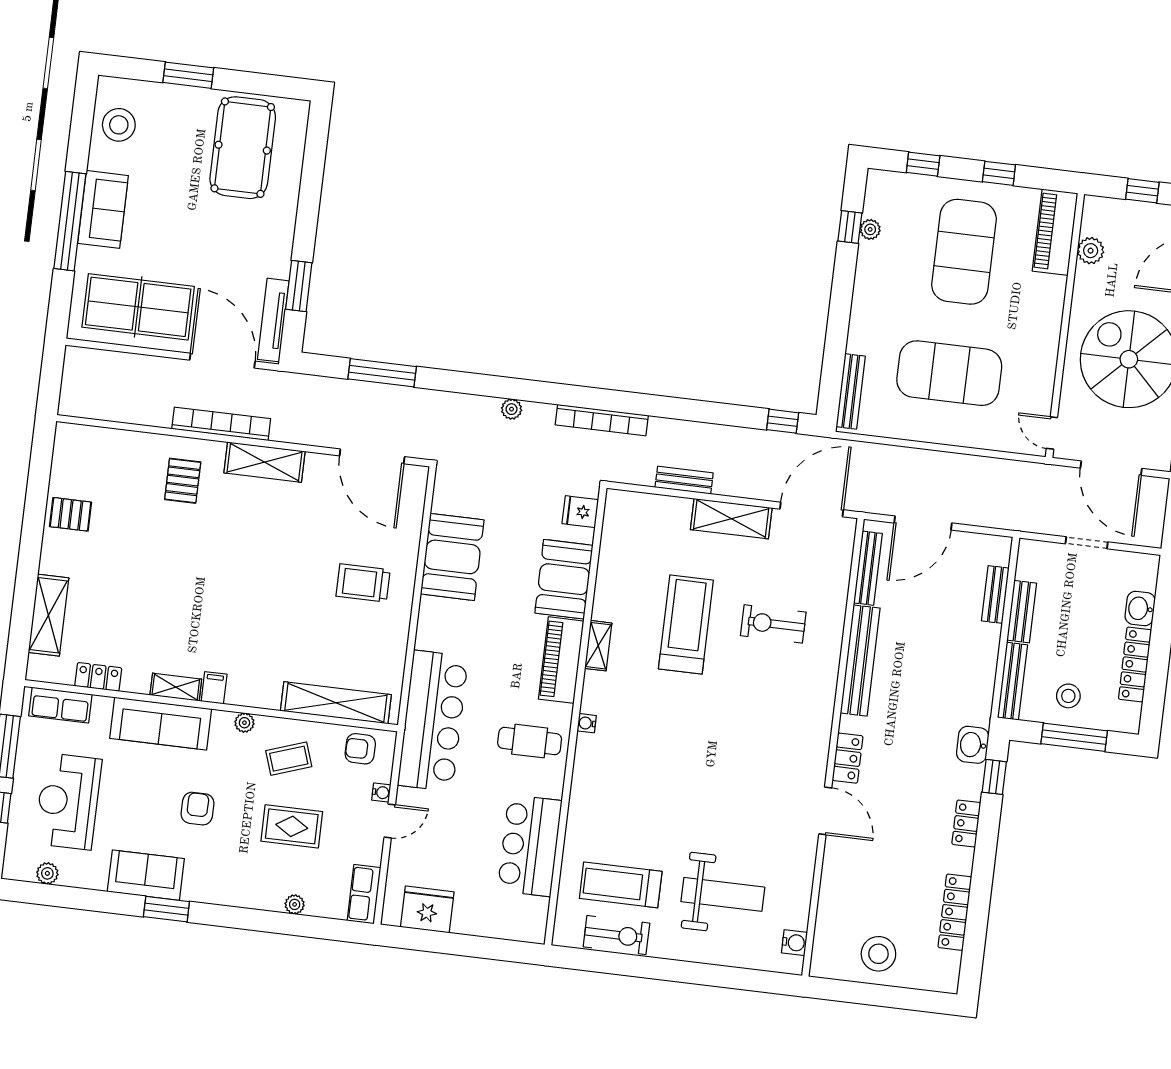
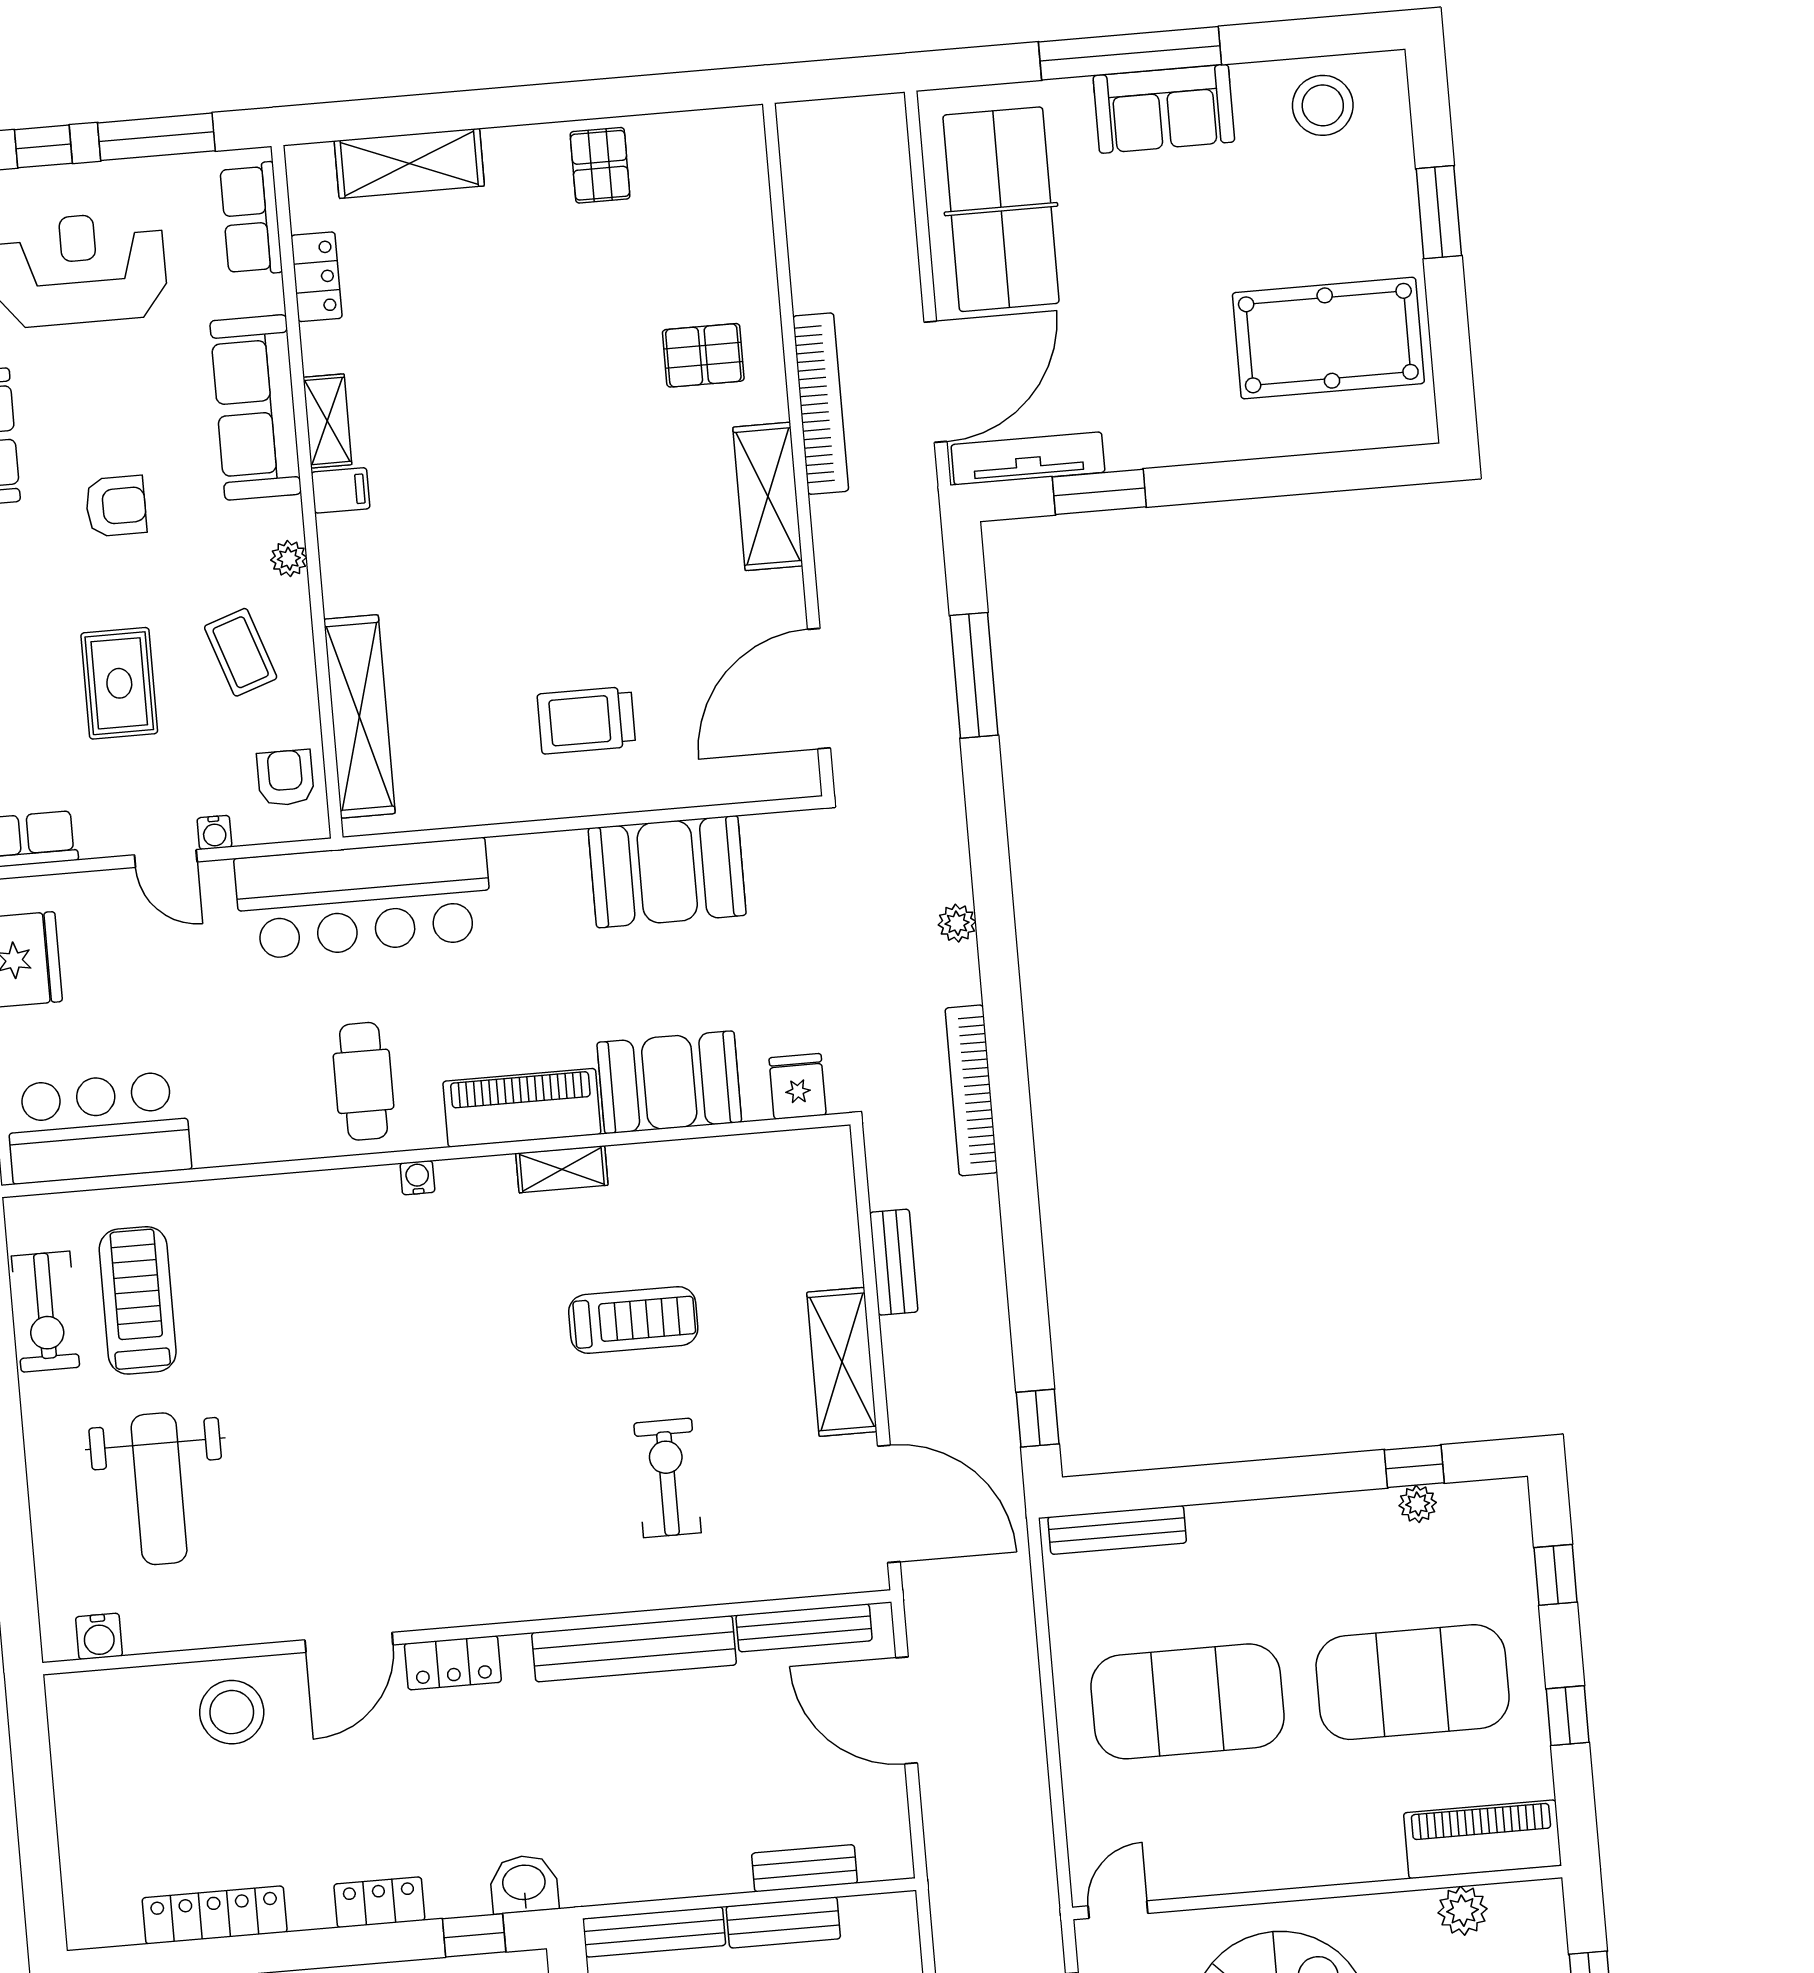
exercise mat: (949, 373) -> (1188, 1701), turned 90
trolley: (363, 583) -> (586, 720), turned -90
treadmill: (686, 625) -> (633, 1320), width x0.73, depth x0.73
bar counter: (530, 846) -> (98, 1127), moved
stool: (878, 954) -> (232, 1712), moved

